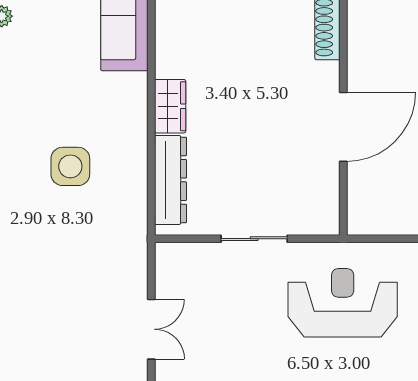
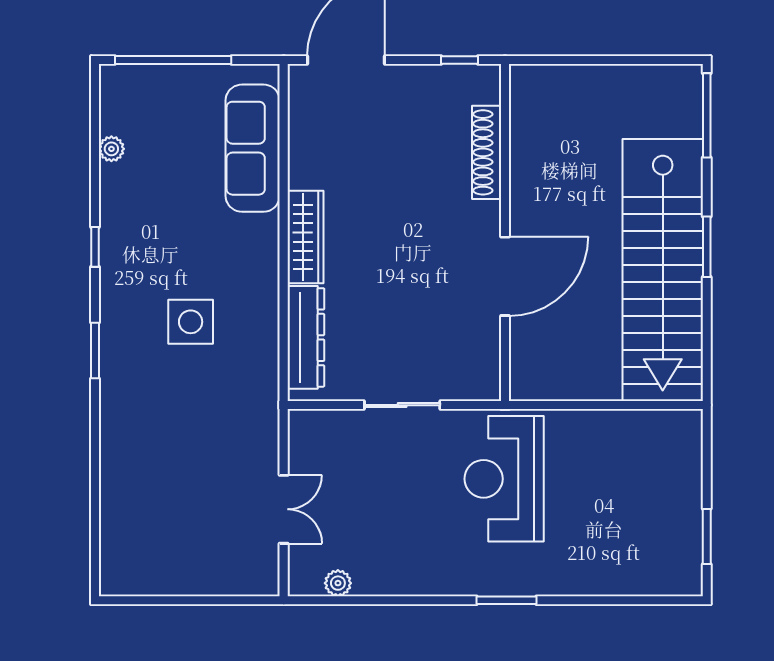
wardrobe: (170, 106) -> (305, 237), width x1.50
reception desk: (343, 303) -> (504, 479), turned -90

